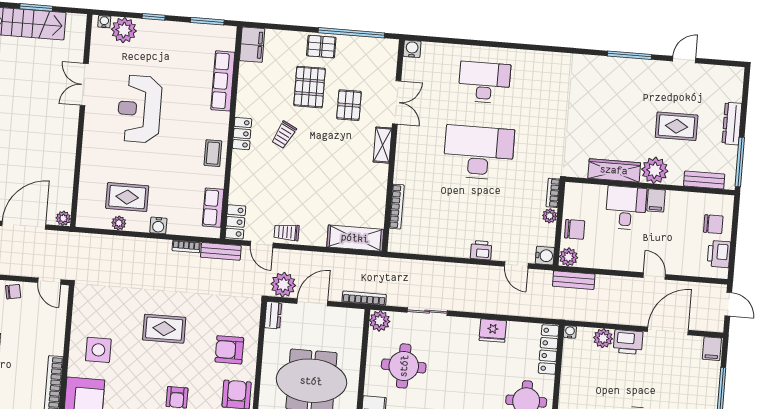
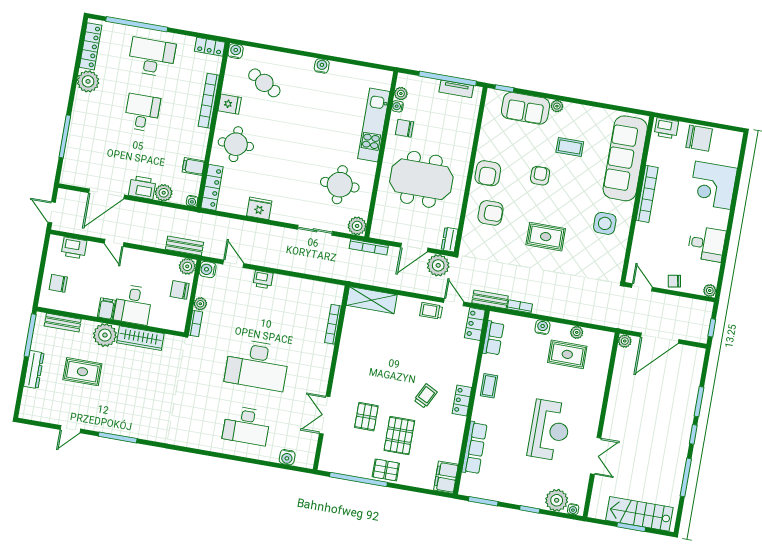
water cooler: (412, 49) -> (287, 457), moved
shelving: (383, 145) -> (340, 379), removed
trolley: (287, 232) -> (431, 311), turned 180
printer: (719, 254) -> (74, 248), moved, turned 90
filing cabinet: (712, 349) -> (193, 166), moved, turned -90

